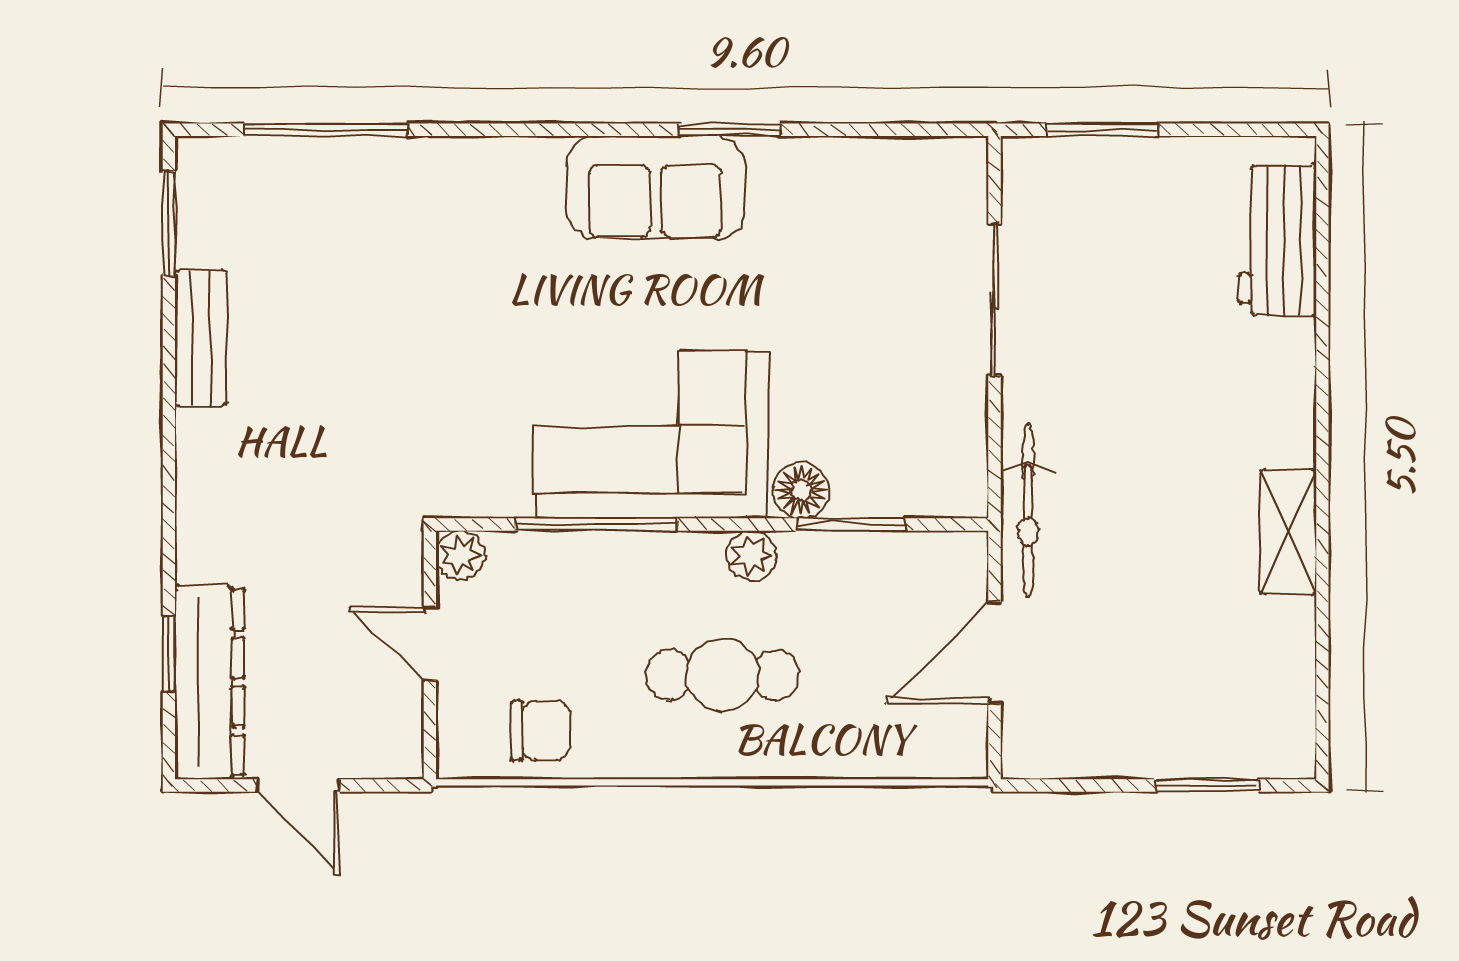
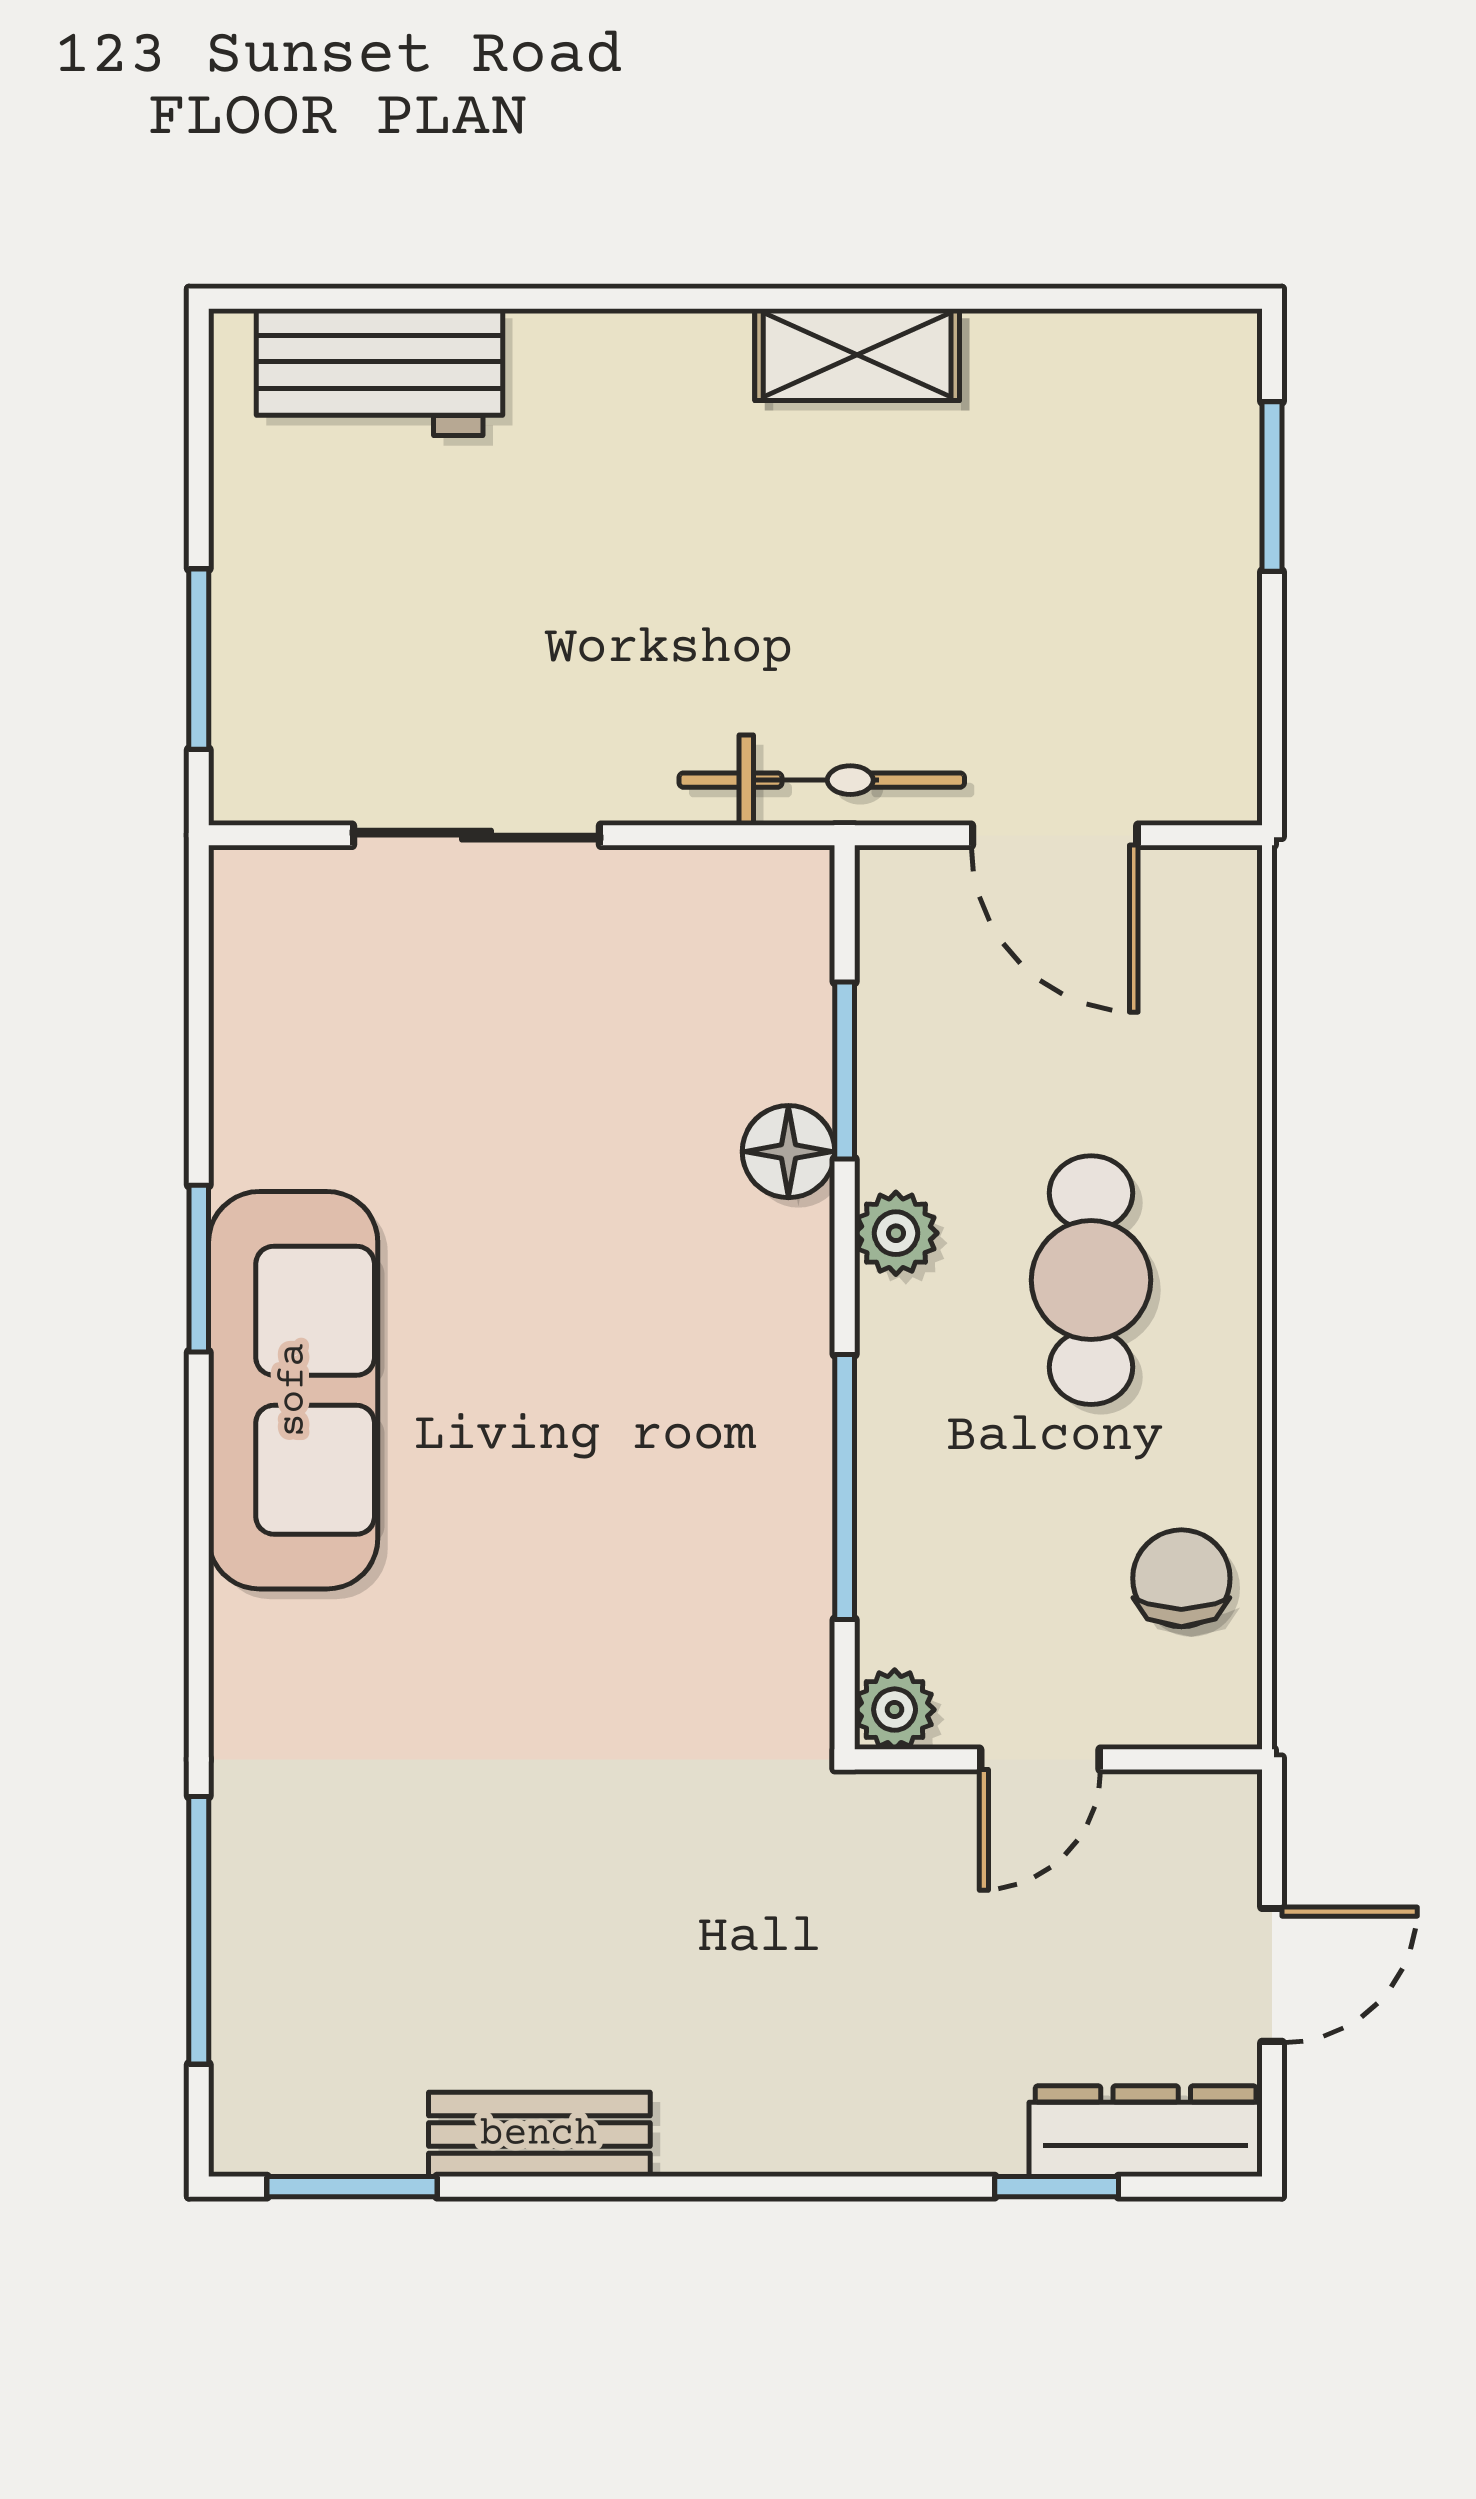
sofa: (655, 188) -> (293, 1390), width x1.36
corner sofa: (651, 435) -> (698, 1398), removed
dresser: (210, 682) -> (1146, 2131), width x0.73, depth x0.80

